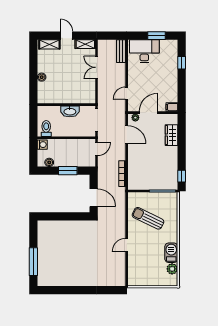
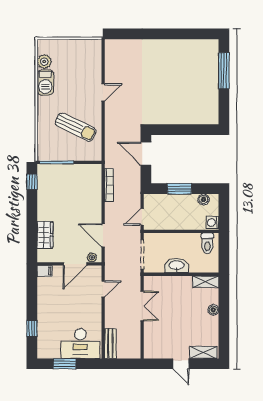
shelving: (85, 44) -> (206, 282), moved
double door: (97, 67) -> (142, 306), moved

